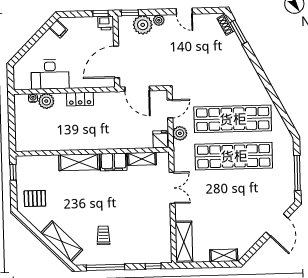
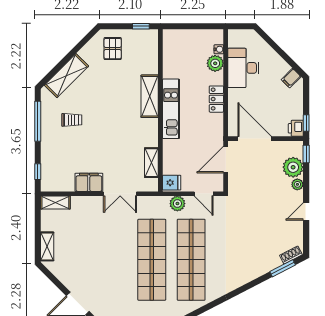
kitchen unit: (90, 142) -> (171, 109), added
filing cabinet: (113, 162) -> (89, 182), moved, turned 90
shelving: (184, 242) -> (55, 203), width x0.67, depth x0.75

